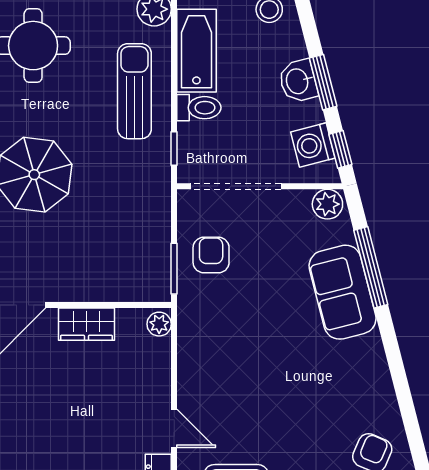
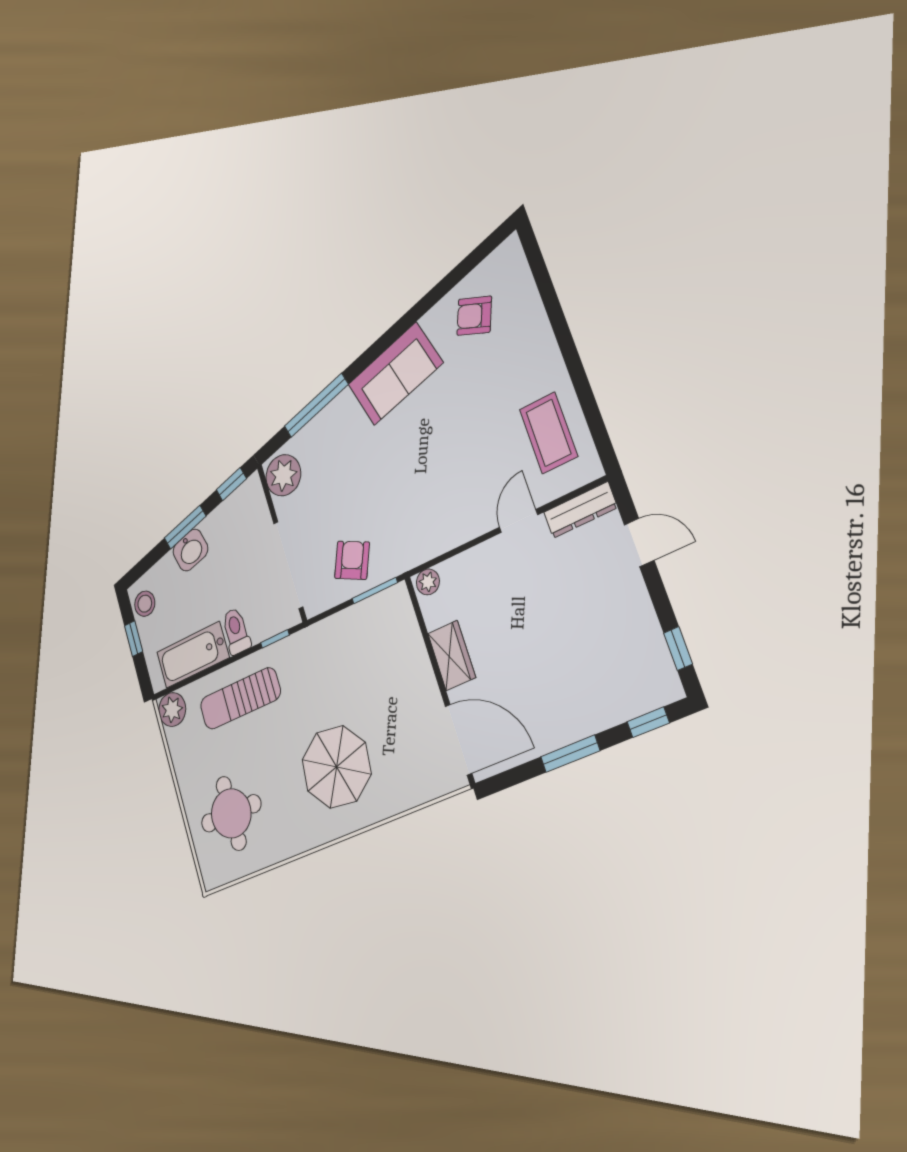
washing machine: (313, 145) -> (235, 511), removed
plant: (327, 204) -> (283, 475), width x1.36, depth x1.36
armchair: (211, 255) -> (352, 560), turned 115
sofa: (343, 292) -> (395, 374), moved

